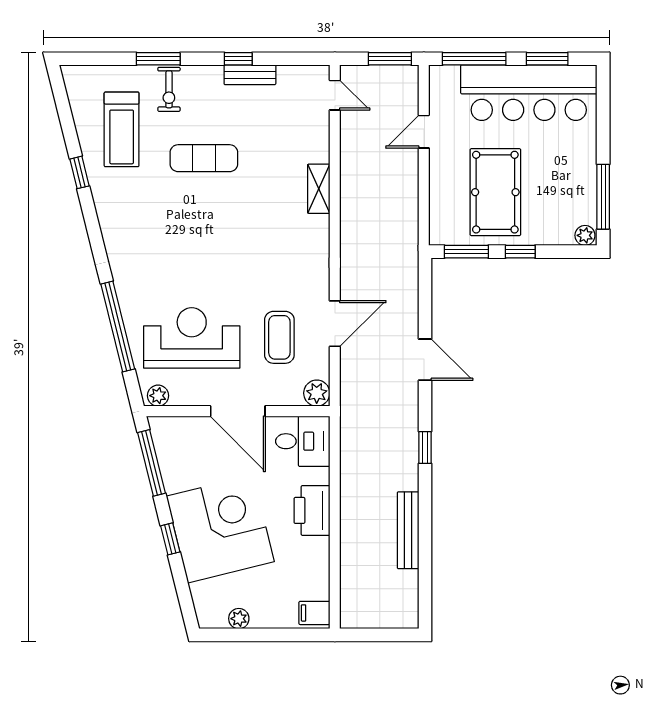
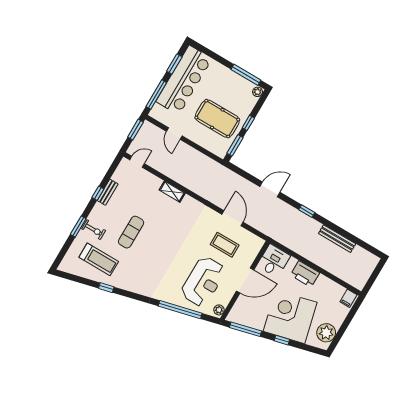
reception desk: (192, 338) -> (203, 282), turned 180
plant: (317, 393) -> (257, 243), removed
plant: (239, 619) -> (326, 333), width x1.87, depth x1.87

